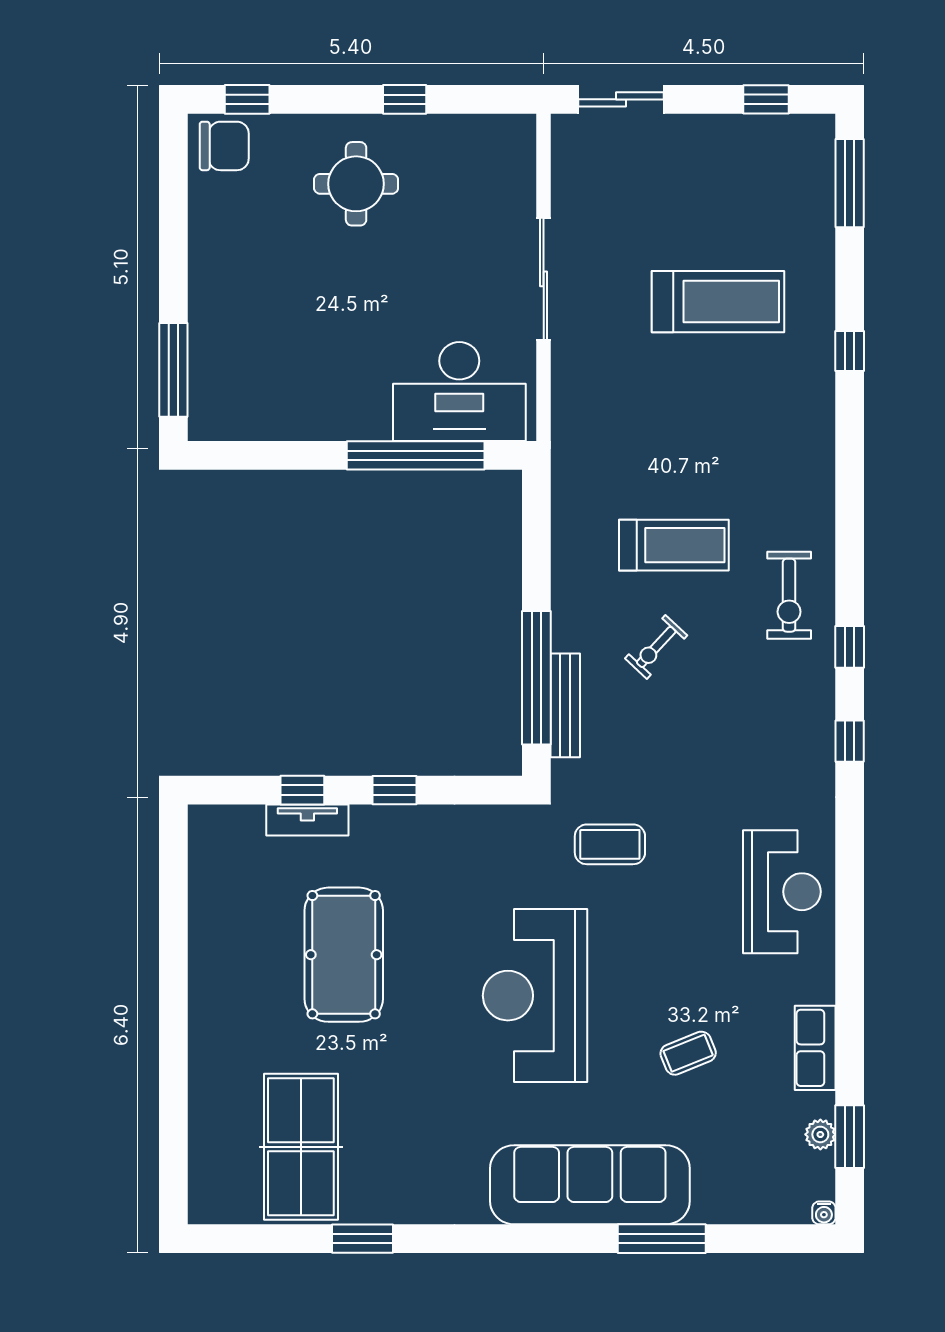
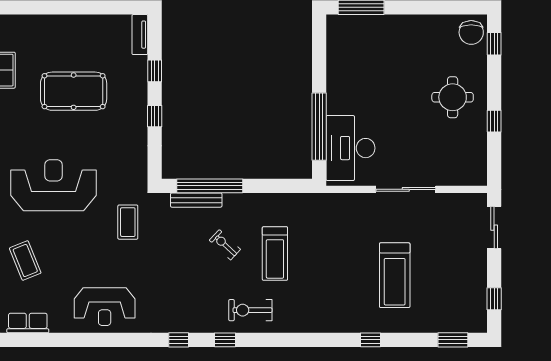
window: (850, 183) -> (453, 340), width x0.69
tv unit: (307, 820) -> (140, 35), moved
coffee table: (688, 1053) -> (25, 261), width x1.36, depth x1.30

